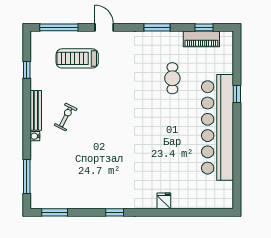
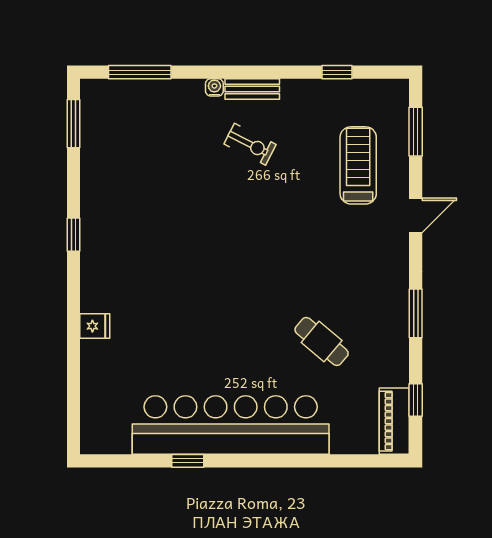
window: (59, 27) -> (416, 132), width x0.69
piano: (201, 39) -> (394, 421), moved
cafe table: (172, 78) -> (322, 341), turned 40
window: (237, 94) -> (188, 461), moved
bench: (36, 110) -> (252, 89), width x0.73

